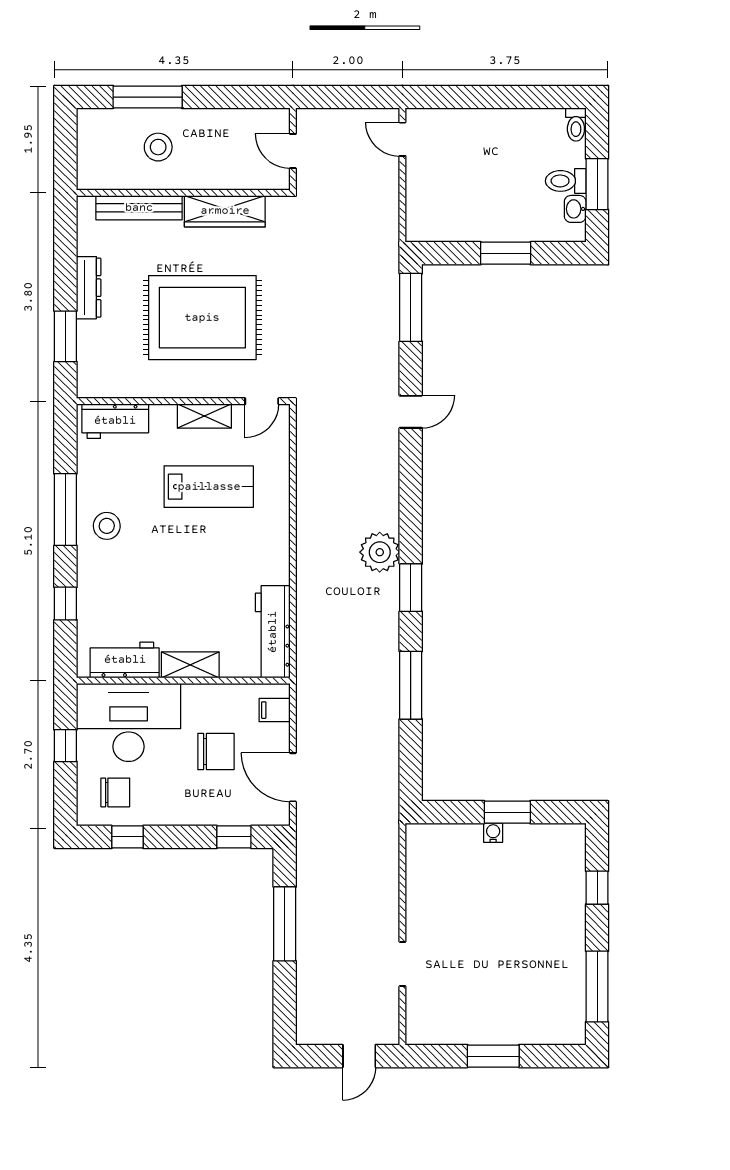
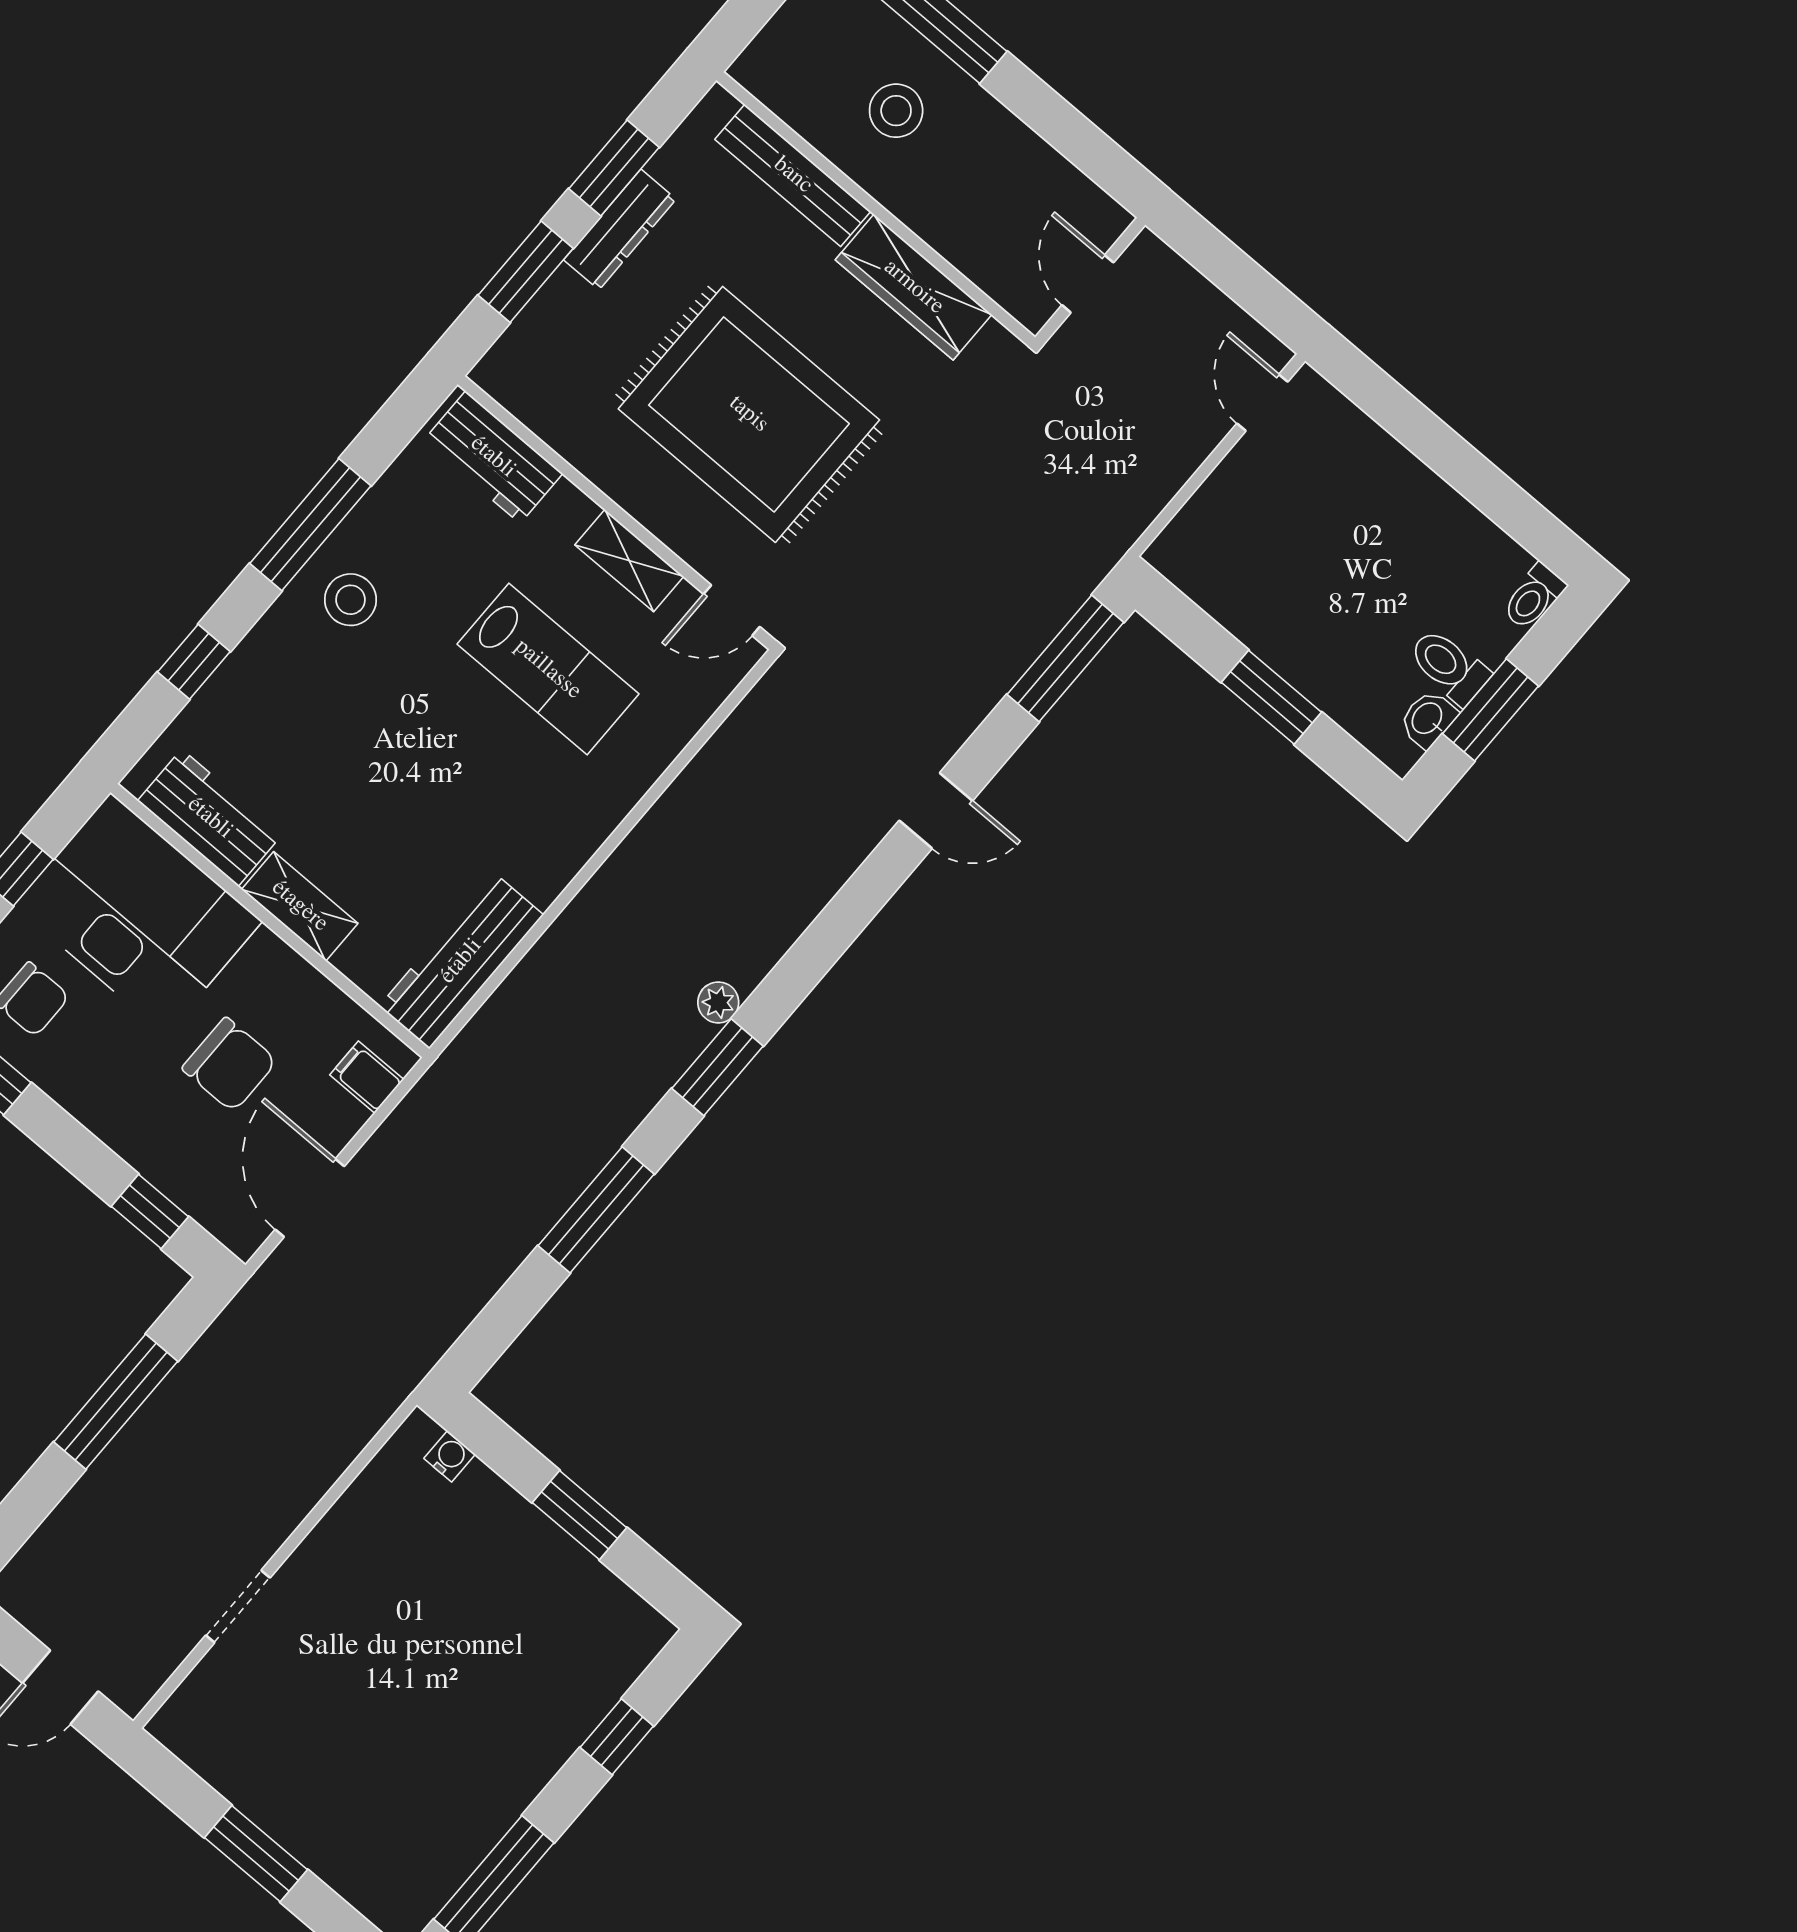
window: (65, 265) -> (614, 168), added
plant: (380, 552) -> (718, 1002), width x0.53, depth x0.53
water cooler: (493, 833) -> (450, 1456), moved

